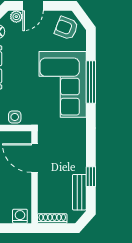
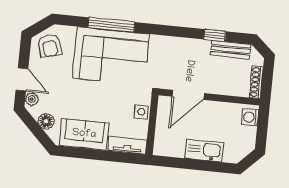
armchair: (66, 28) -> (50, 46), turned -37

